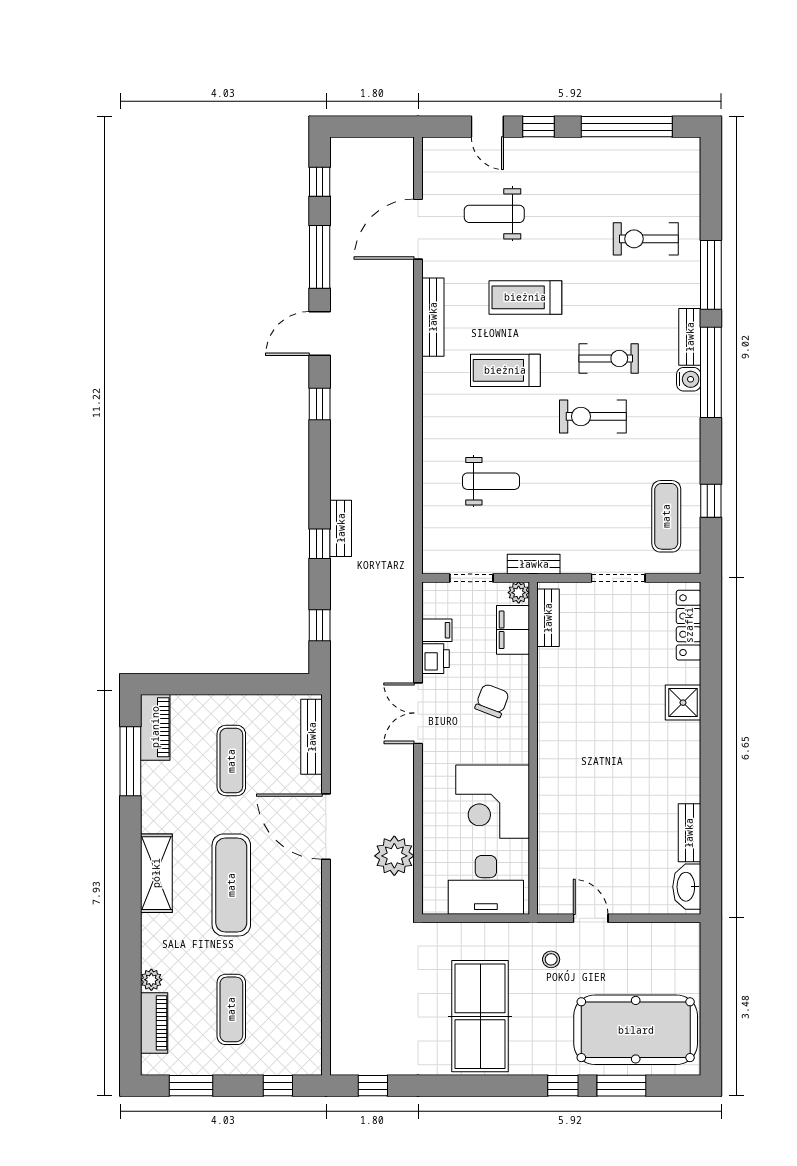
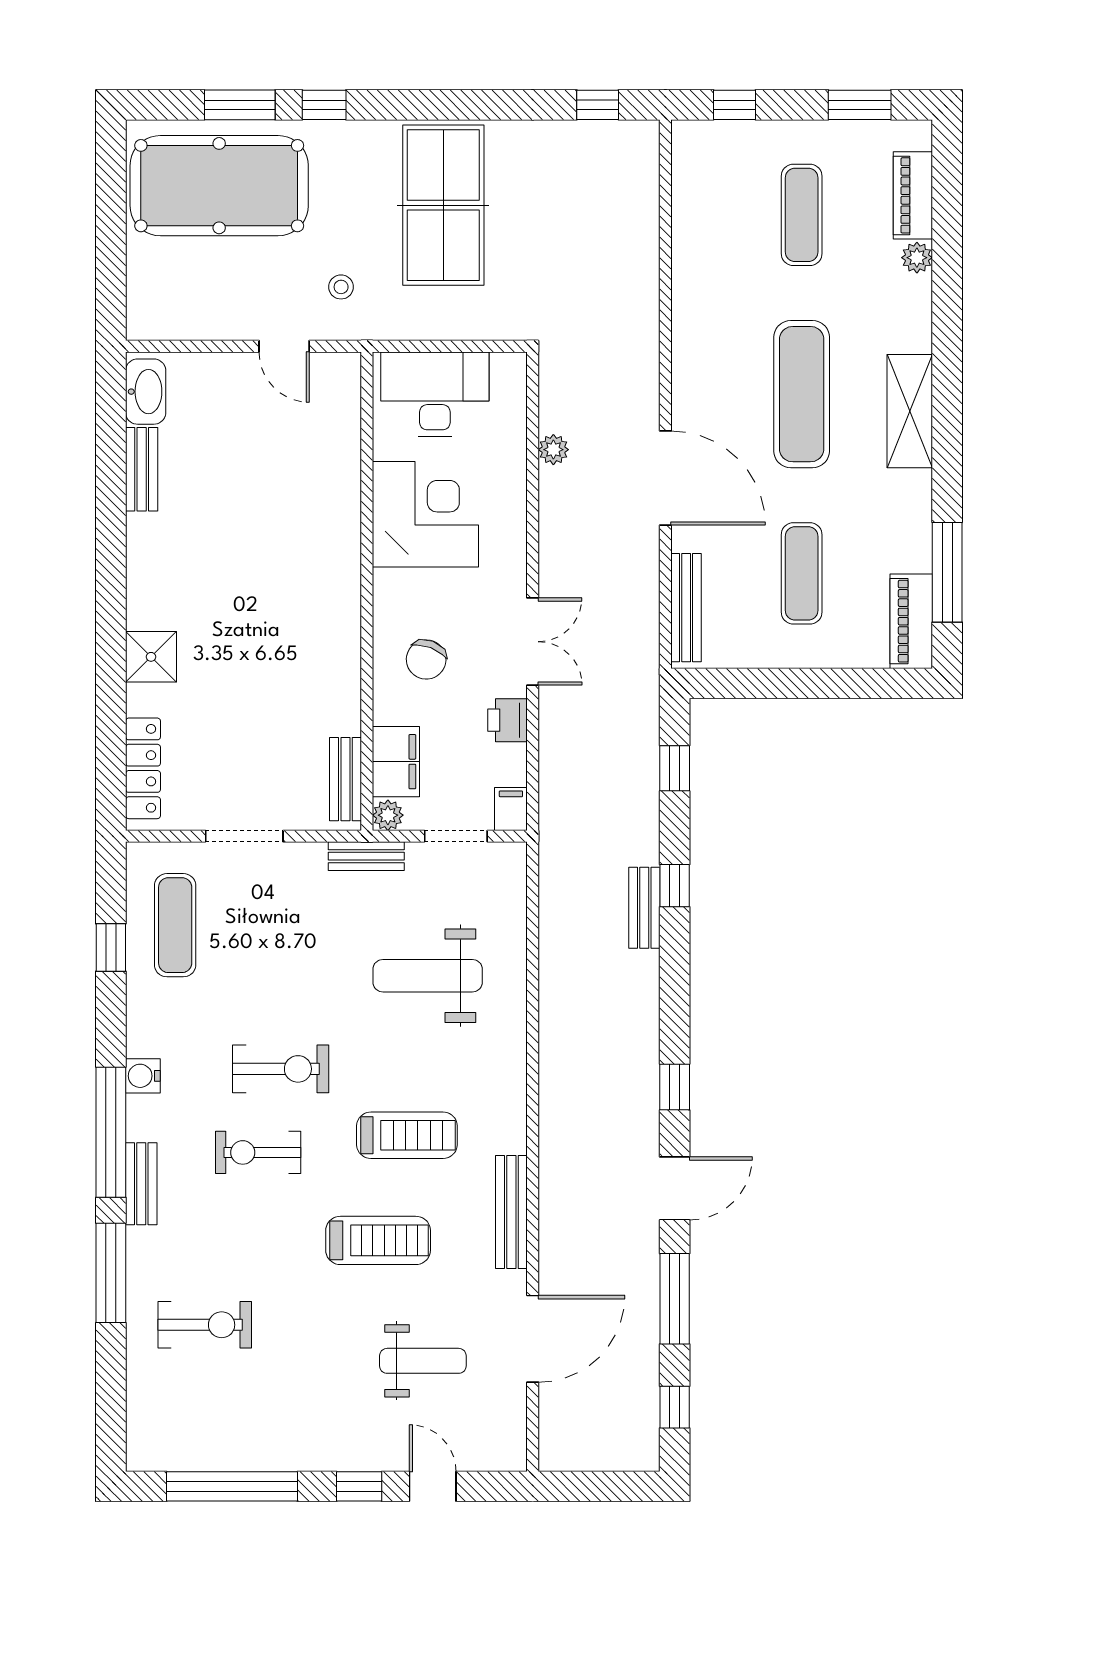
water cooler: (689, 379) -> (143, 1076), moved
weight bench: (491, 481) -> (428, 976), width x1.36, depth x1.33
filing cabinet: (437, 630) -> (511, 809), moved, turned 90
plant: (394, 856) -> (553, 450), width x0.53, depth x0.53

